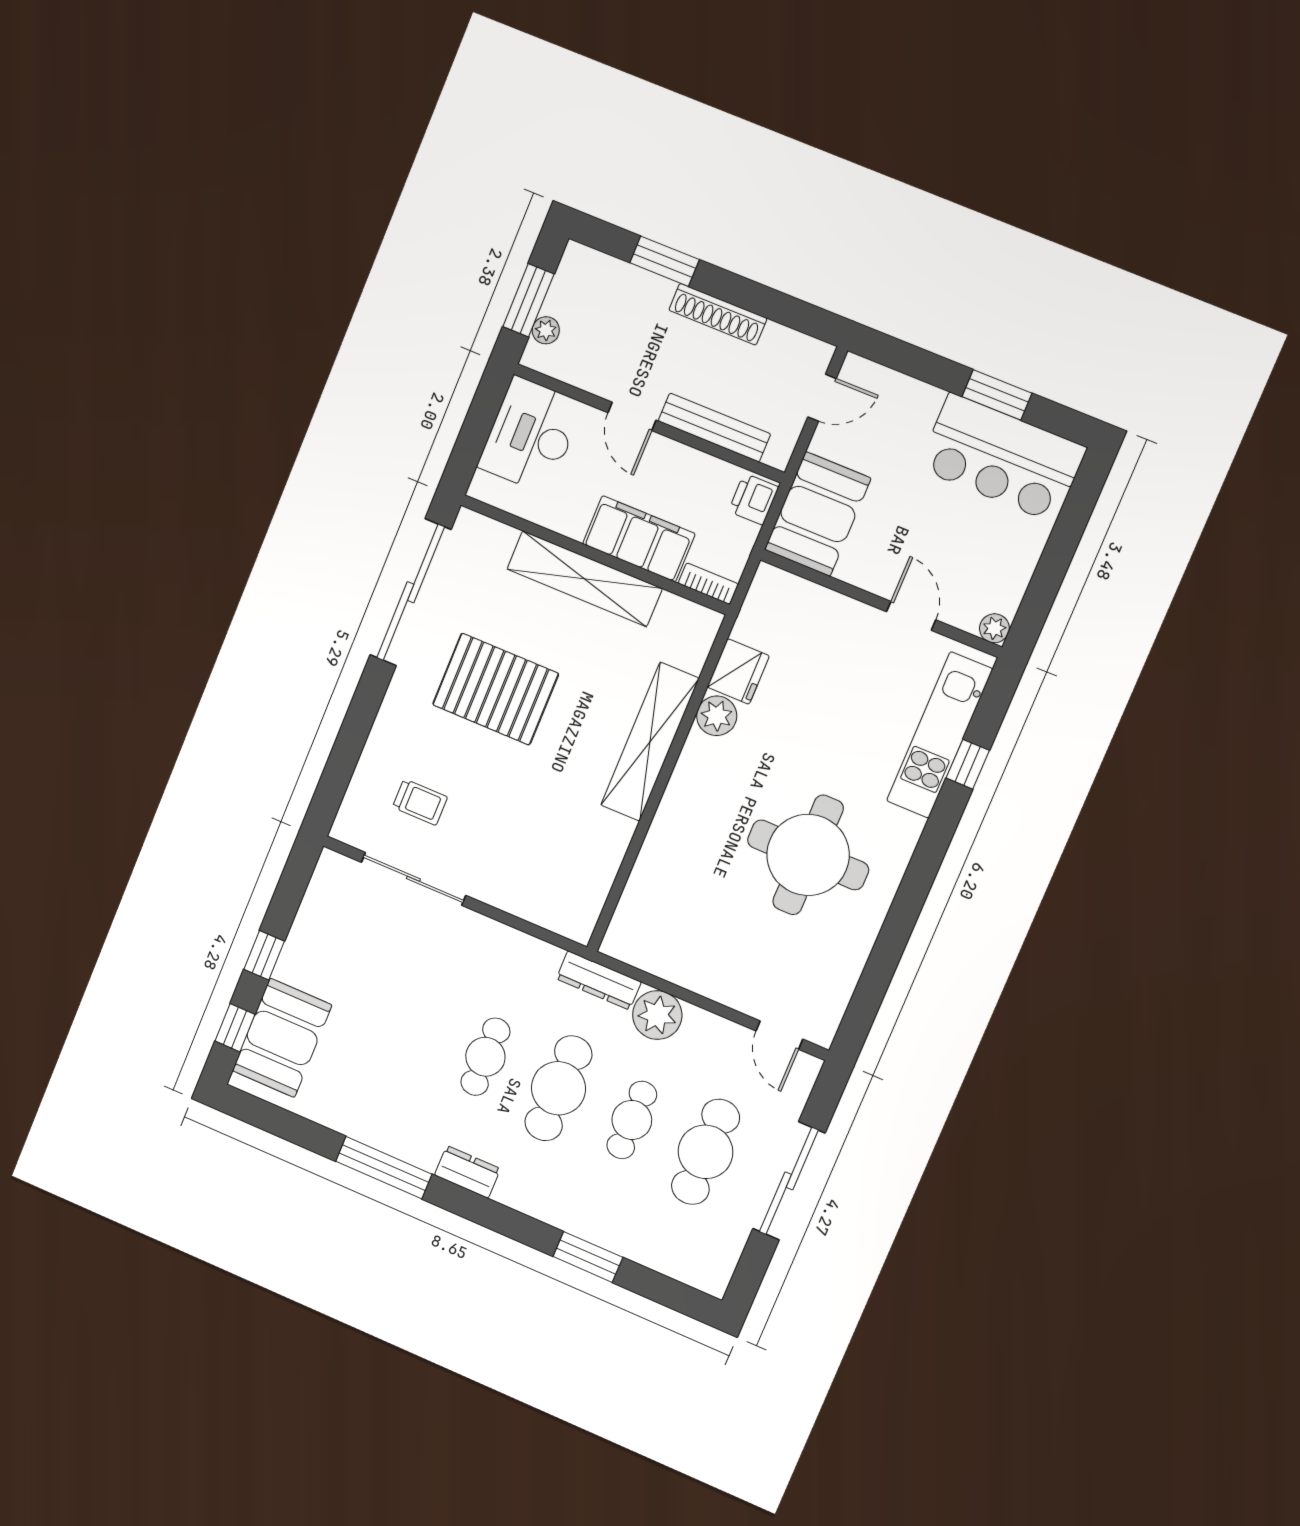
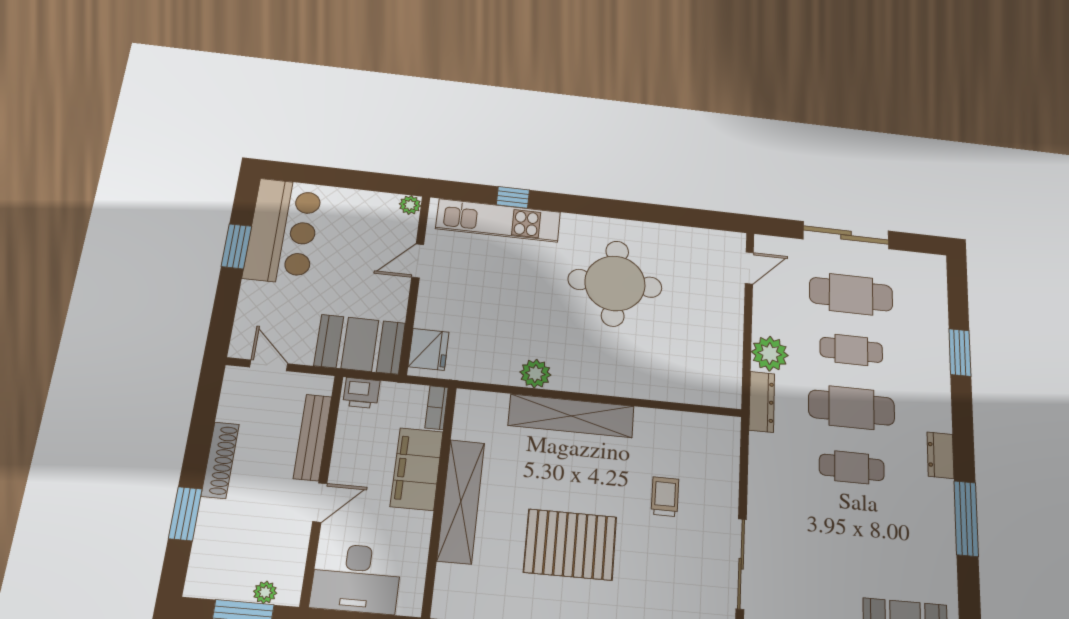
fridge: (738, 671) -> (429, 349), moved, turned 90
pallet: (496, 689) -> (570, 544), turned 90
trolley: (420, 802) -> (665, 497), moved

